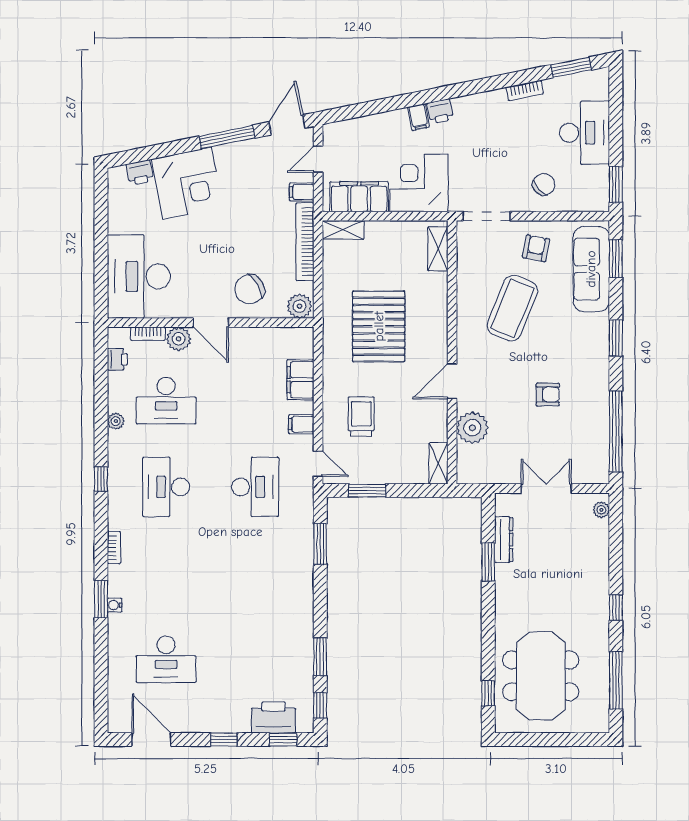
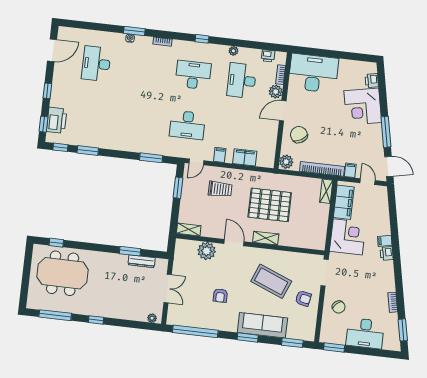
shelving: (438, 249) -> (266, 238), moved
sofa: (591, 269) -> (262, 325), moved

